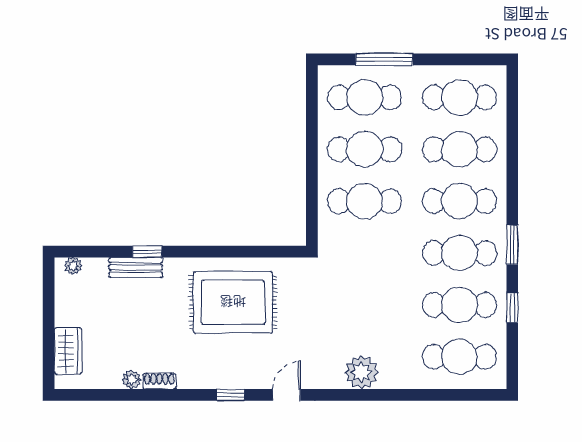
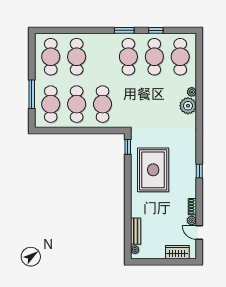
cafe table: (459, 201) -> (103, 57), removed
window: (147, 252) -> (128, 147), moved
bench: (136, 267) -> (136, 231), moved
plant: (389, 380) -> (192, 92), added
door: (287, 395) -> (199, 233), moved

